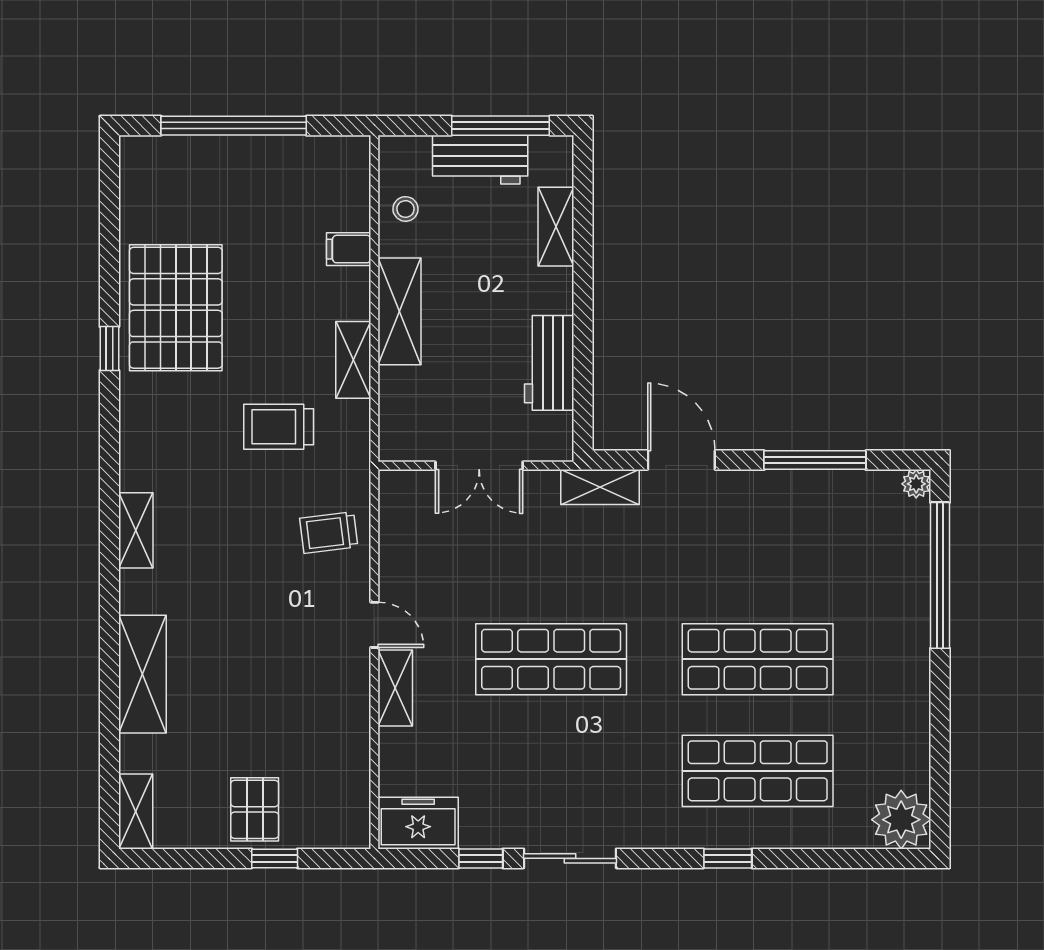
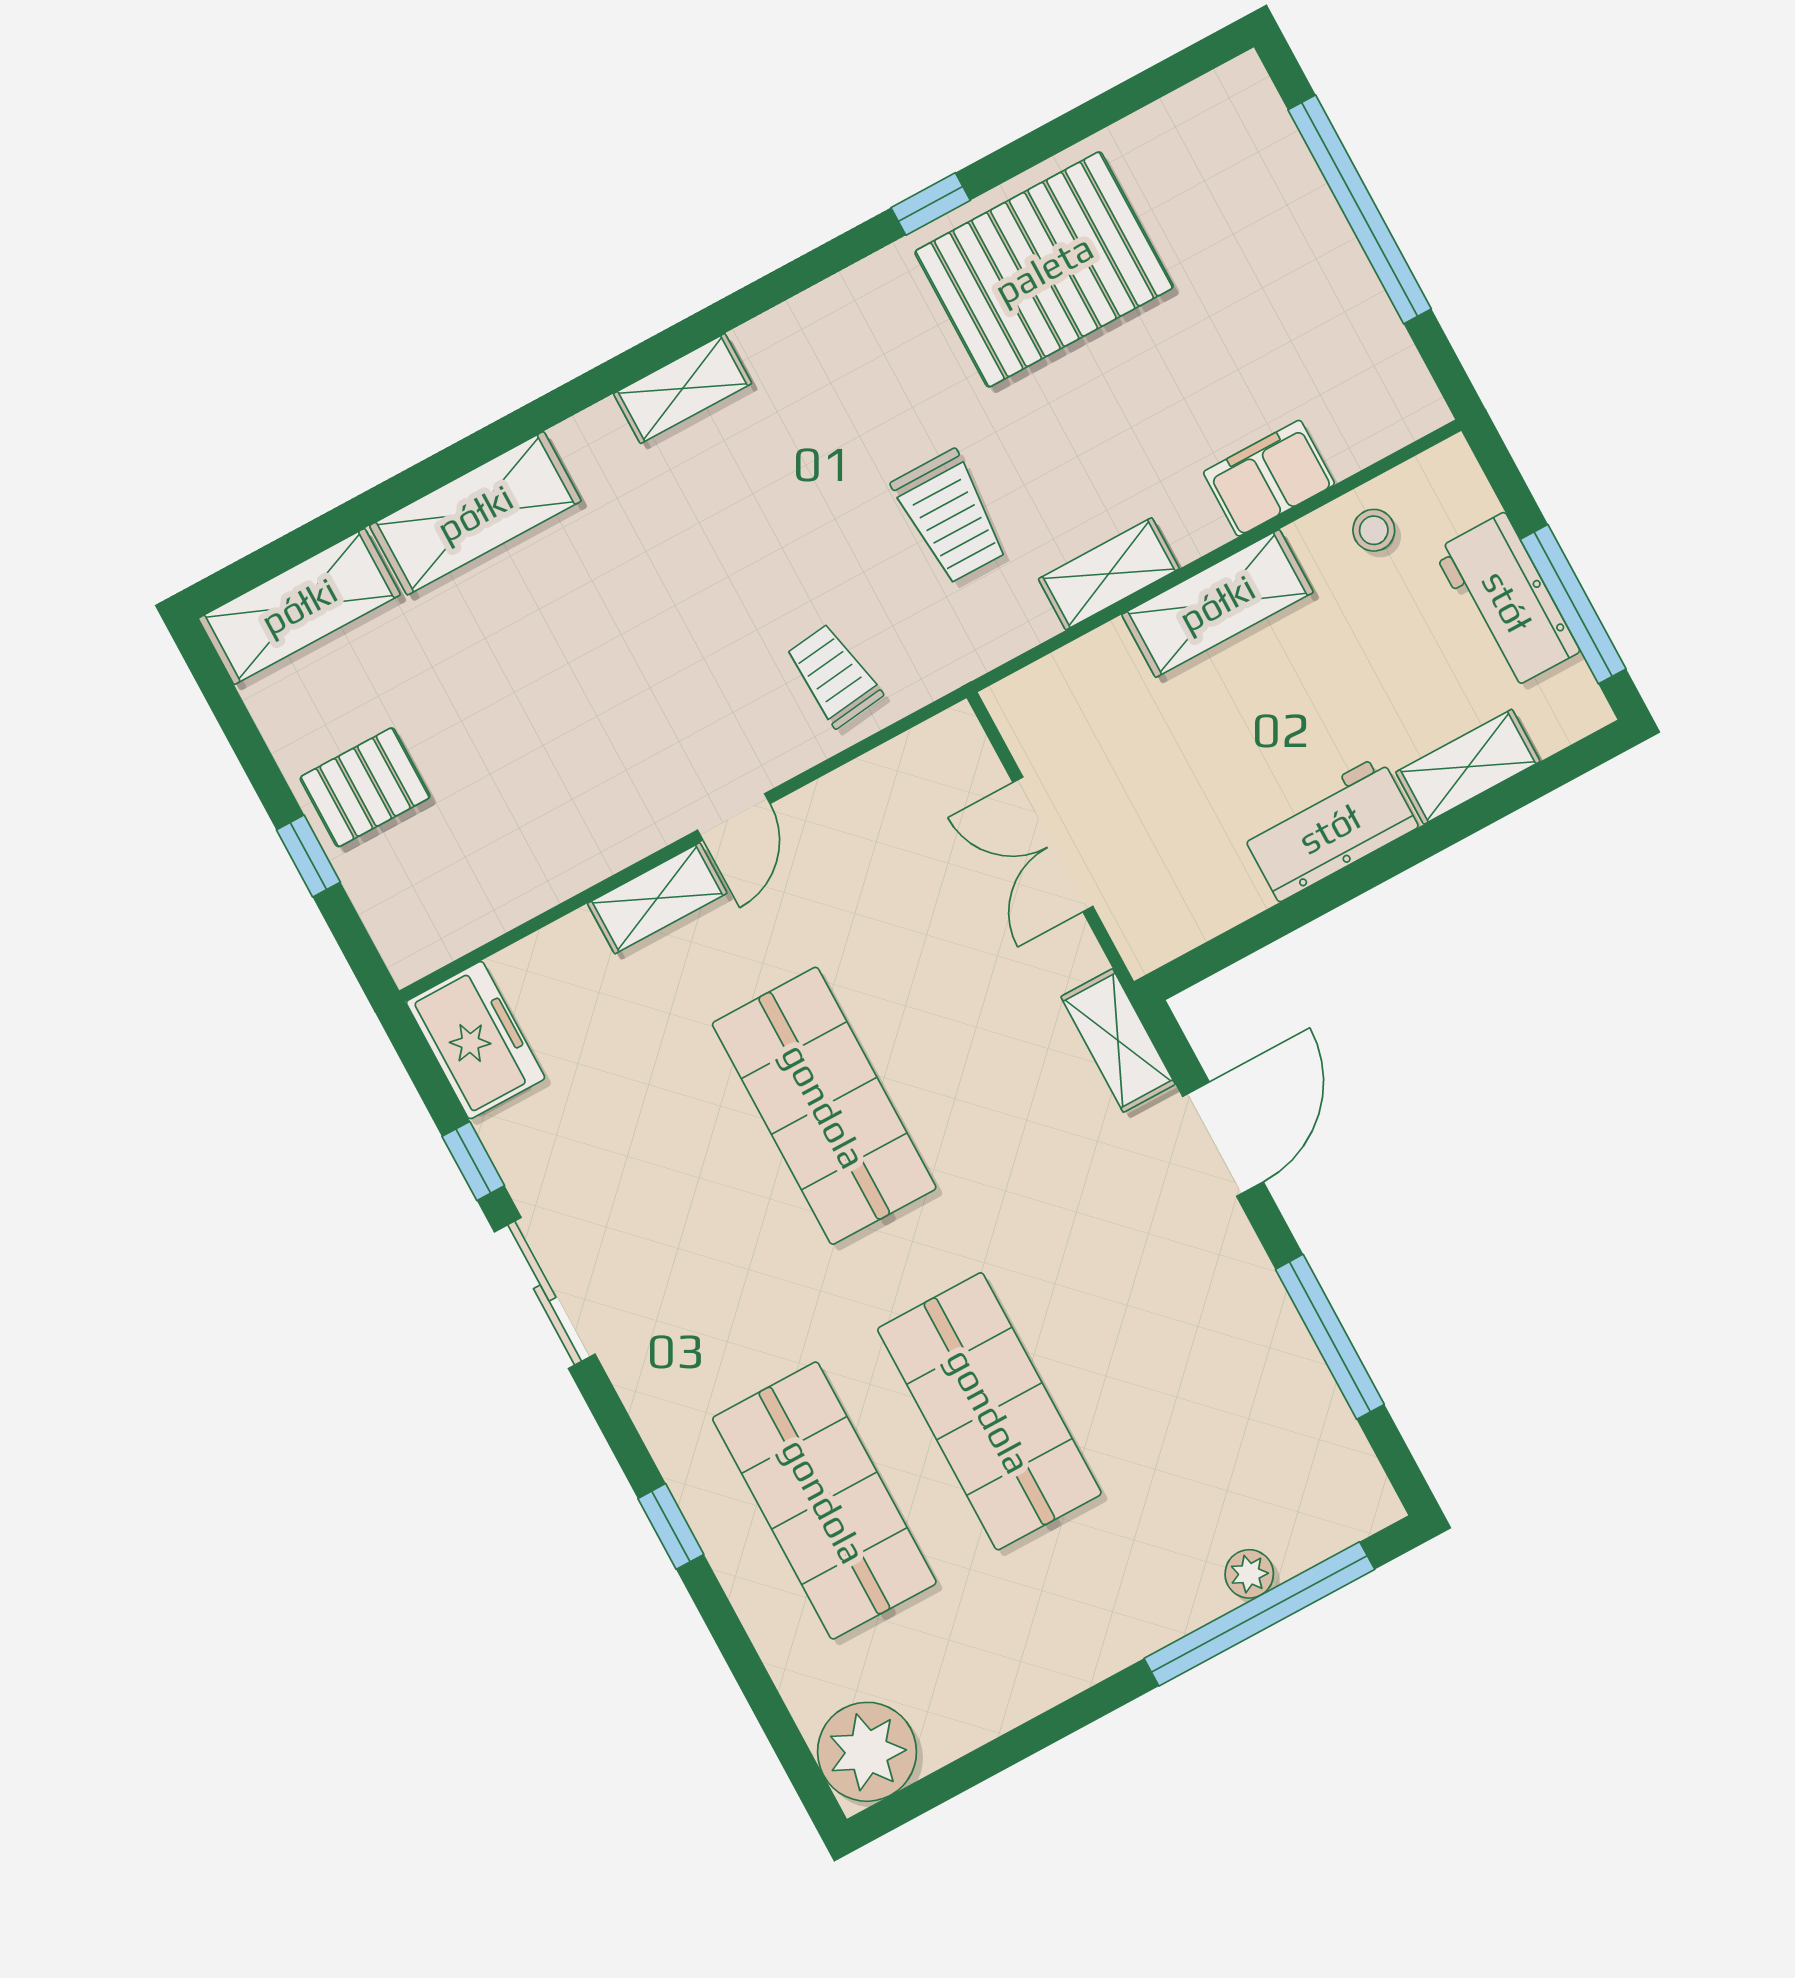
filing cabinet: (349, 249) -> (1269, 478), width x2.00
workbench: (549, 363) -> (1329, 829), moved
trolley: (279, 427) -> (950, 517), turned 180
plant: (916, 484) -> (1249, 1574), moved
shelving: (136, 811) -> (299, 606), width x1.50, depth x1.33

